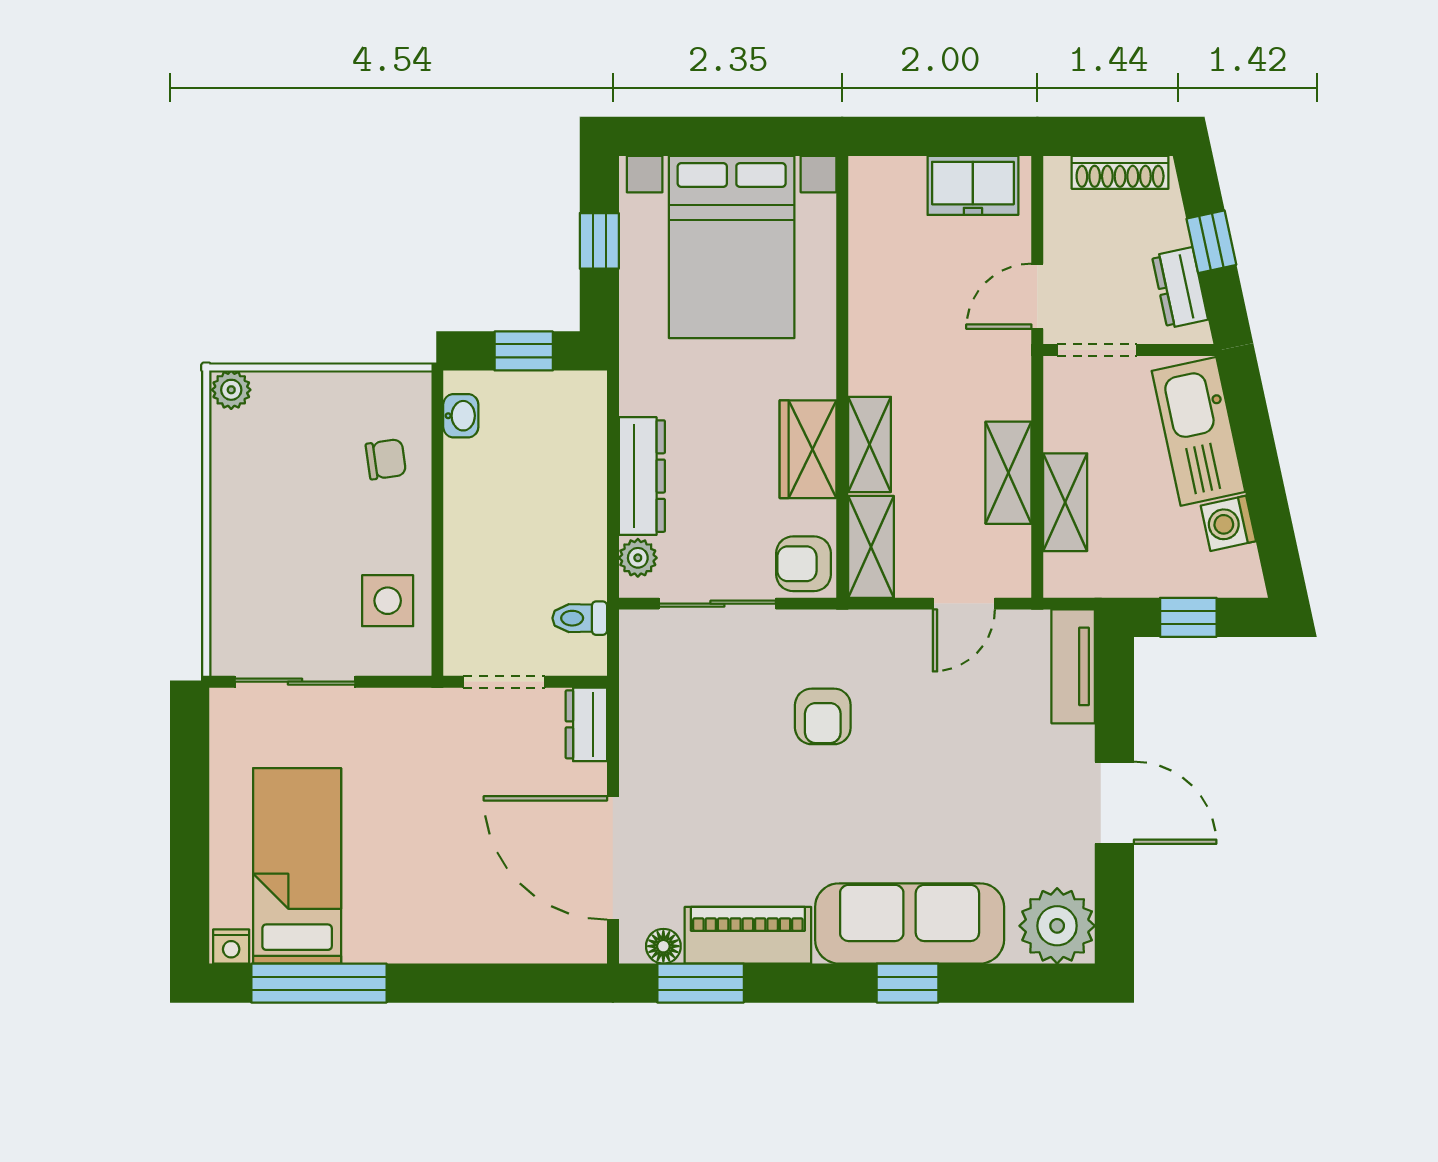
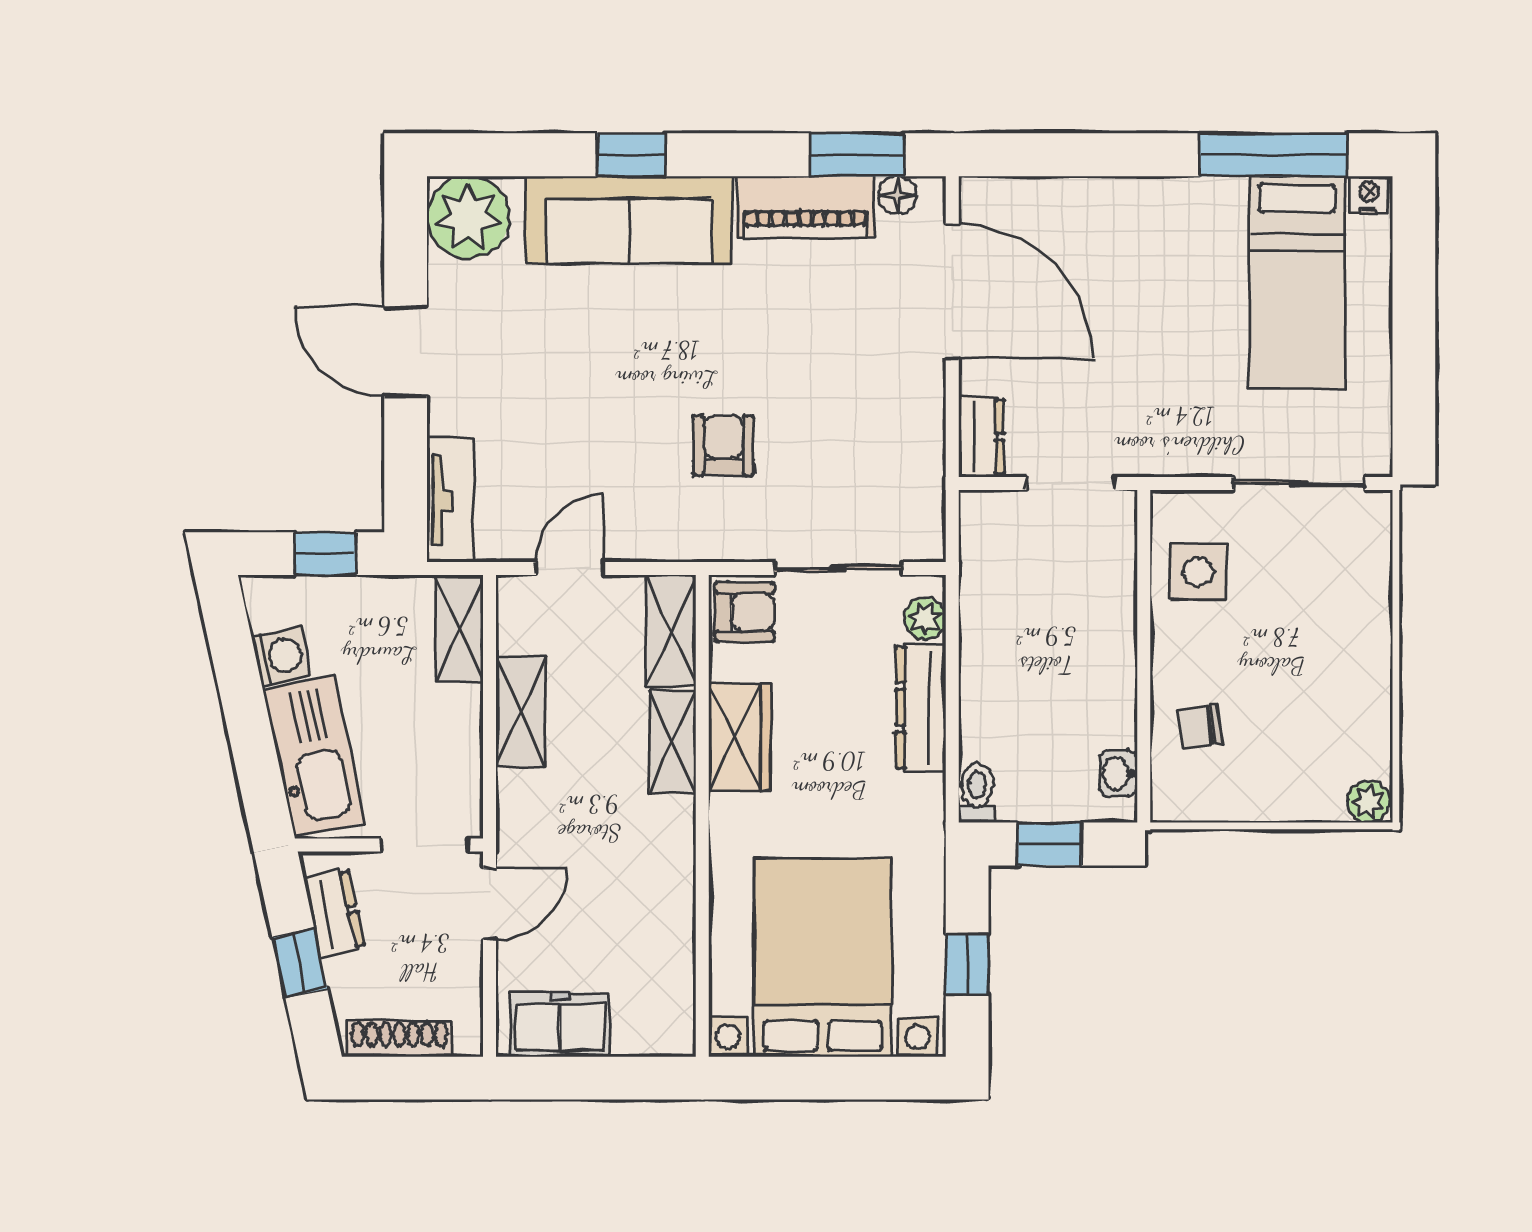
shelving: (1065, 502) -> (459, 628), moved
toilet: (580, 618) -> (977, 793), moved, turned -90

